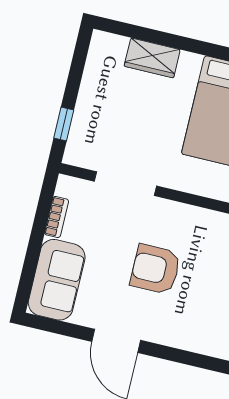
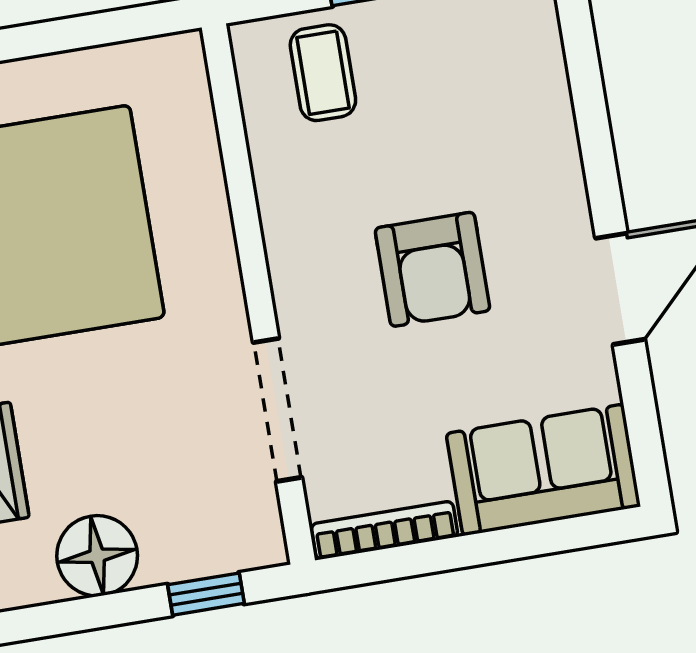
floor lamp: (97, 87) -> (97, 556), added
bookcase: (57, 217) -> (384, 530), width x1.56

